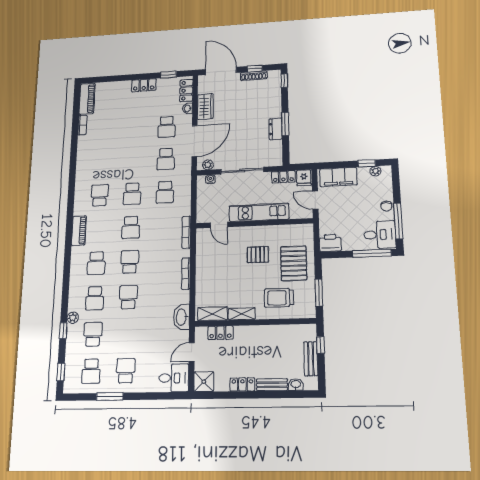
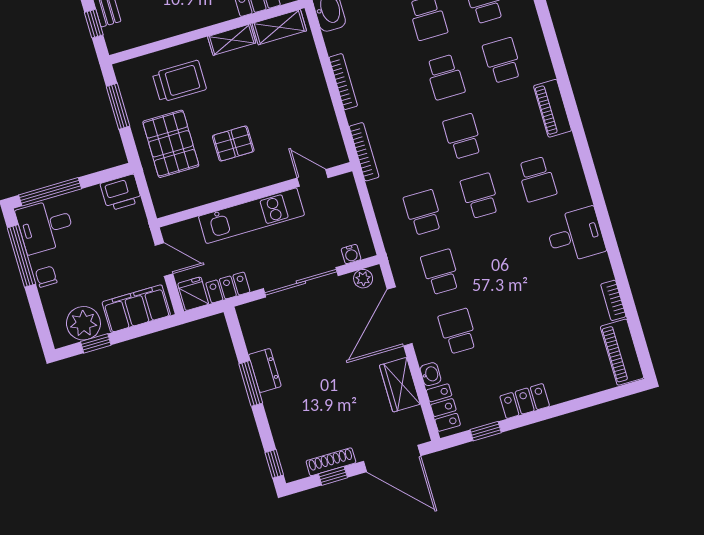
desk: (90, 162) -> (575, 235), added
plant: (375, 171) -> (83, 323), width x1.88, depth x1.88

